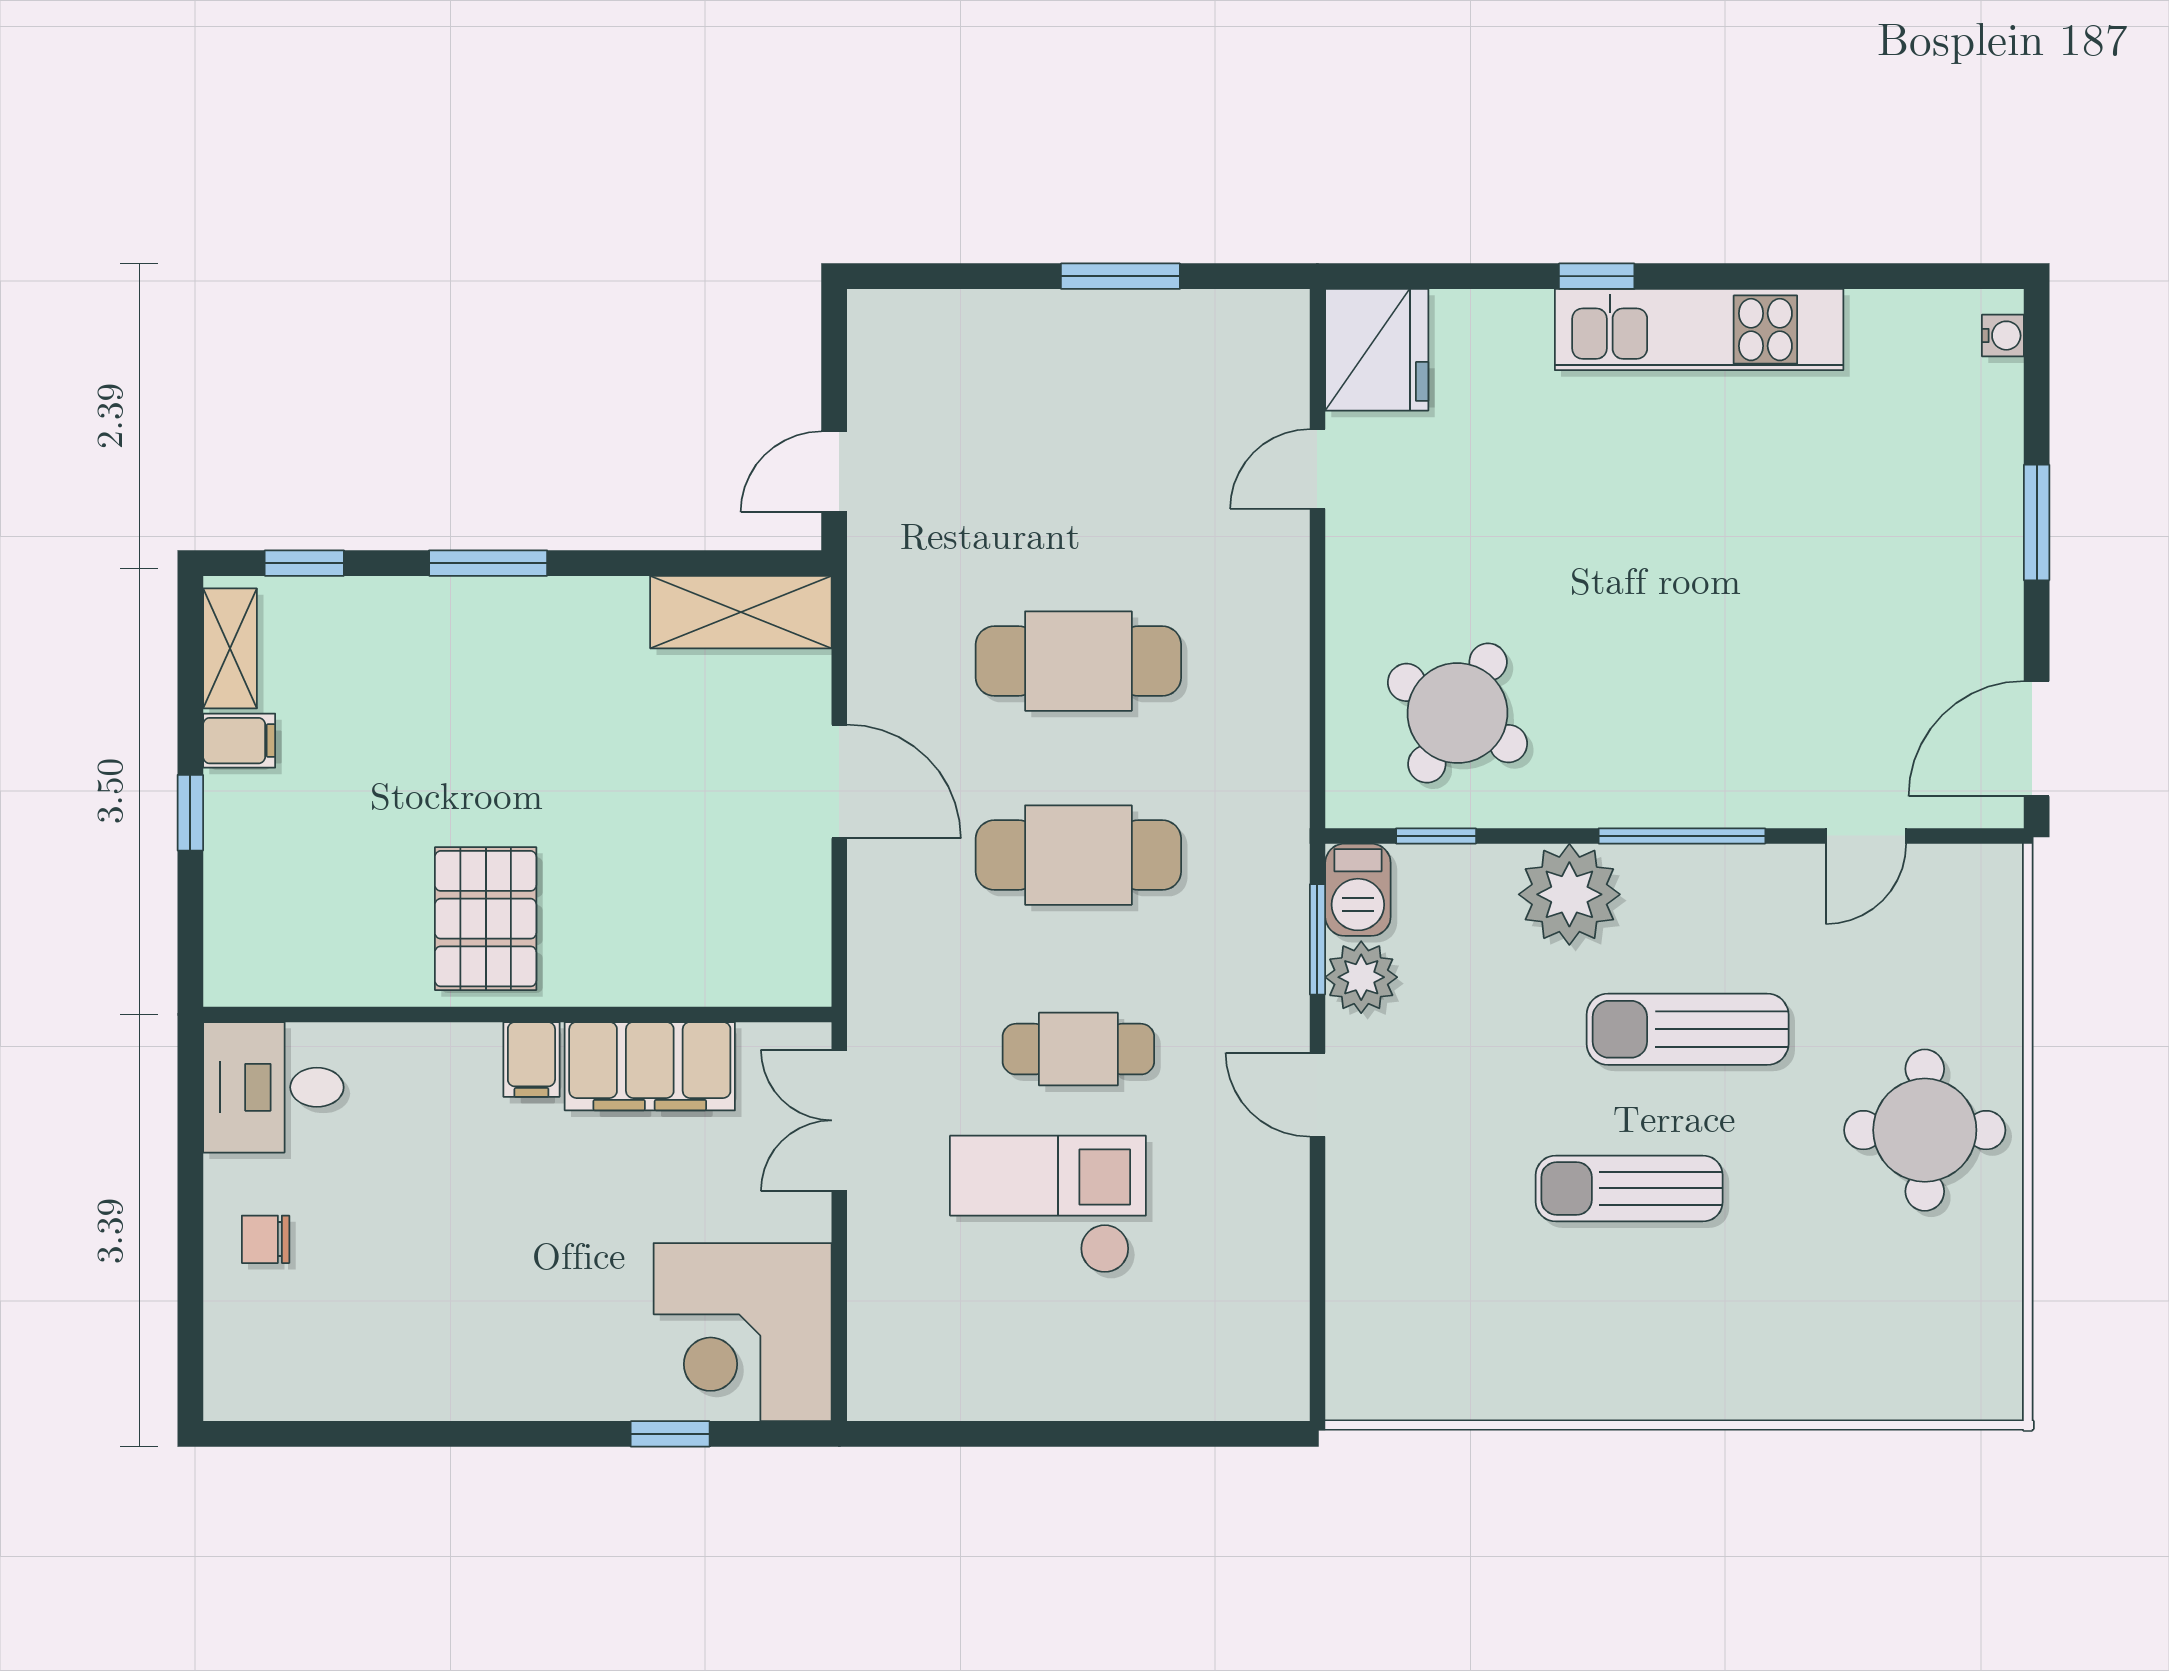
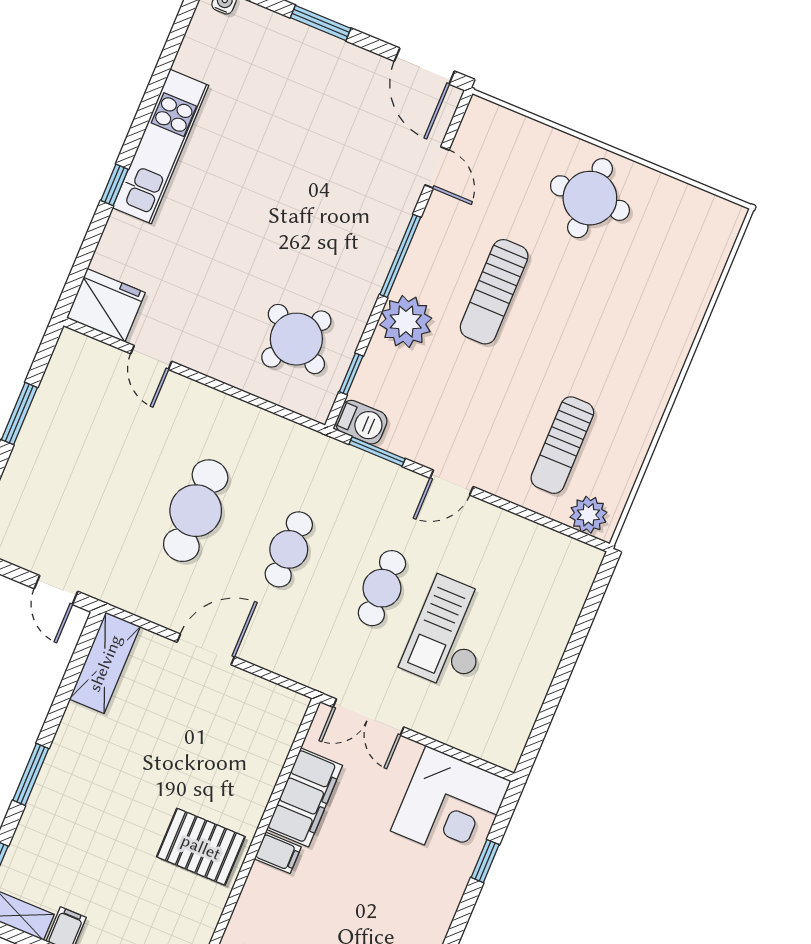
cafe table: (1078, 855) -> (289, 549), width x0.73, depth x0.74
plant: (1361, 977) -> (588, 515), moved
sun lounger: (1629, 1188) -> (562, 445), moved

